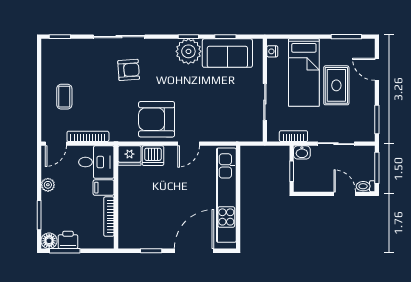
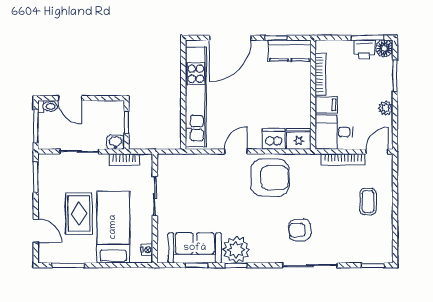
kitchen counter: (138, 239) -> (290, 51), added

